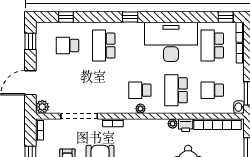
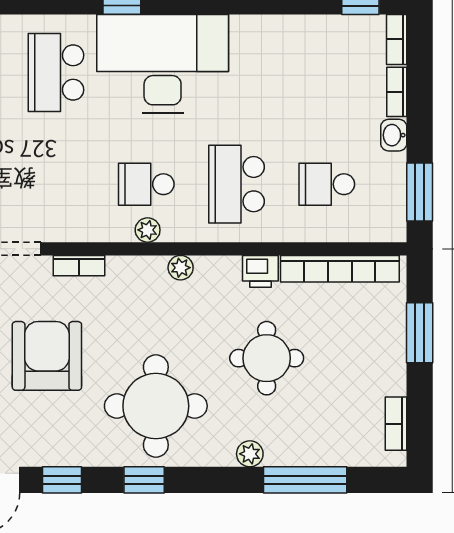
desk: (171, 42) -> (163, 64), moved
school desk: (212, 45) -> (327, 73), removed
washbasin: (239, 107) -> (394, 135), moved
plant: (173, 124) -> (181, 268), moved

